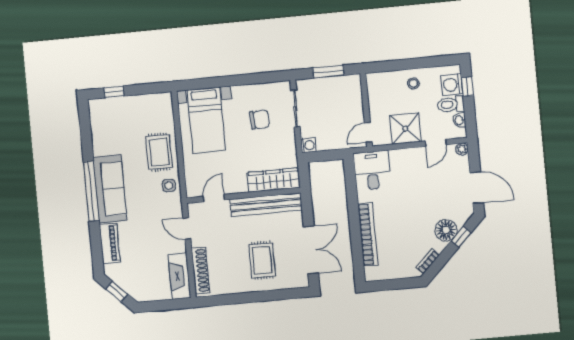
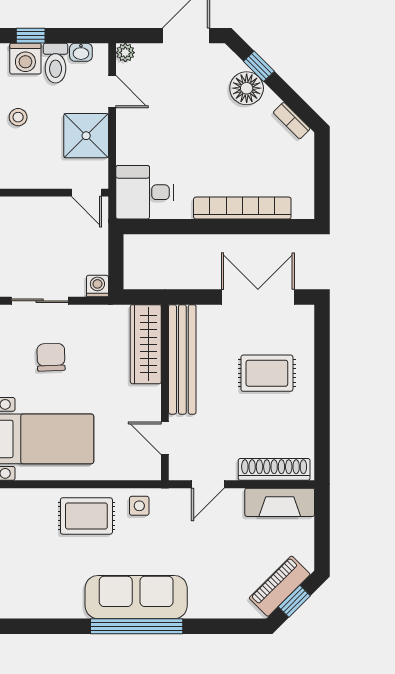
piano: (110, 243) -> (280, 586), moved, turned -45

